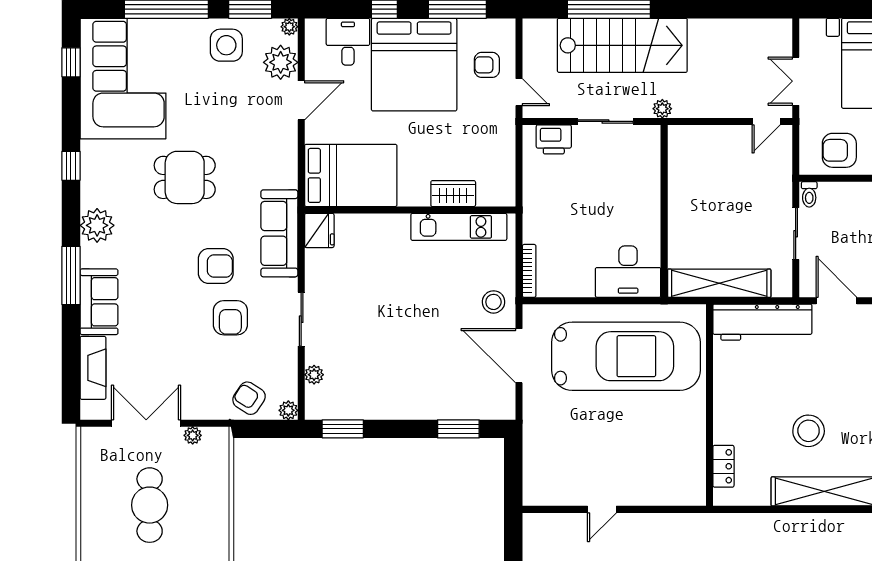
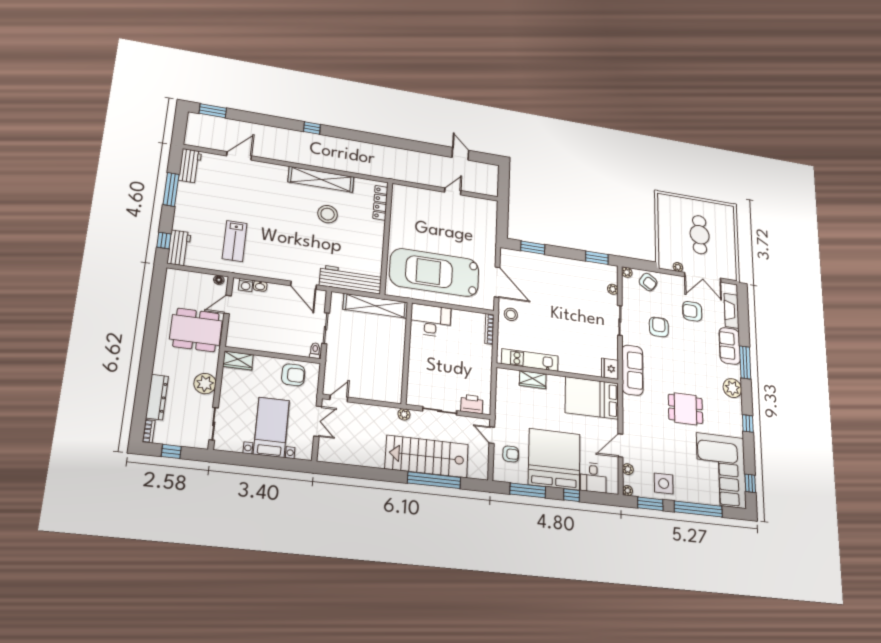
plant: (281, 62) -> (628, 469), width x0.53, depth x0.53
armchair: (216, 266) -> (692, 311), moved
locker: (723, 466) -> (380, 203), width x1.53

